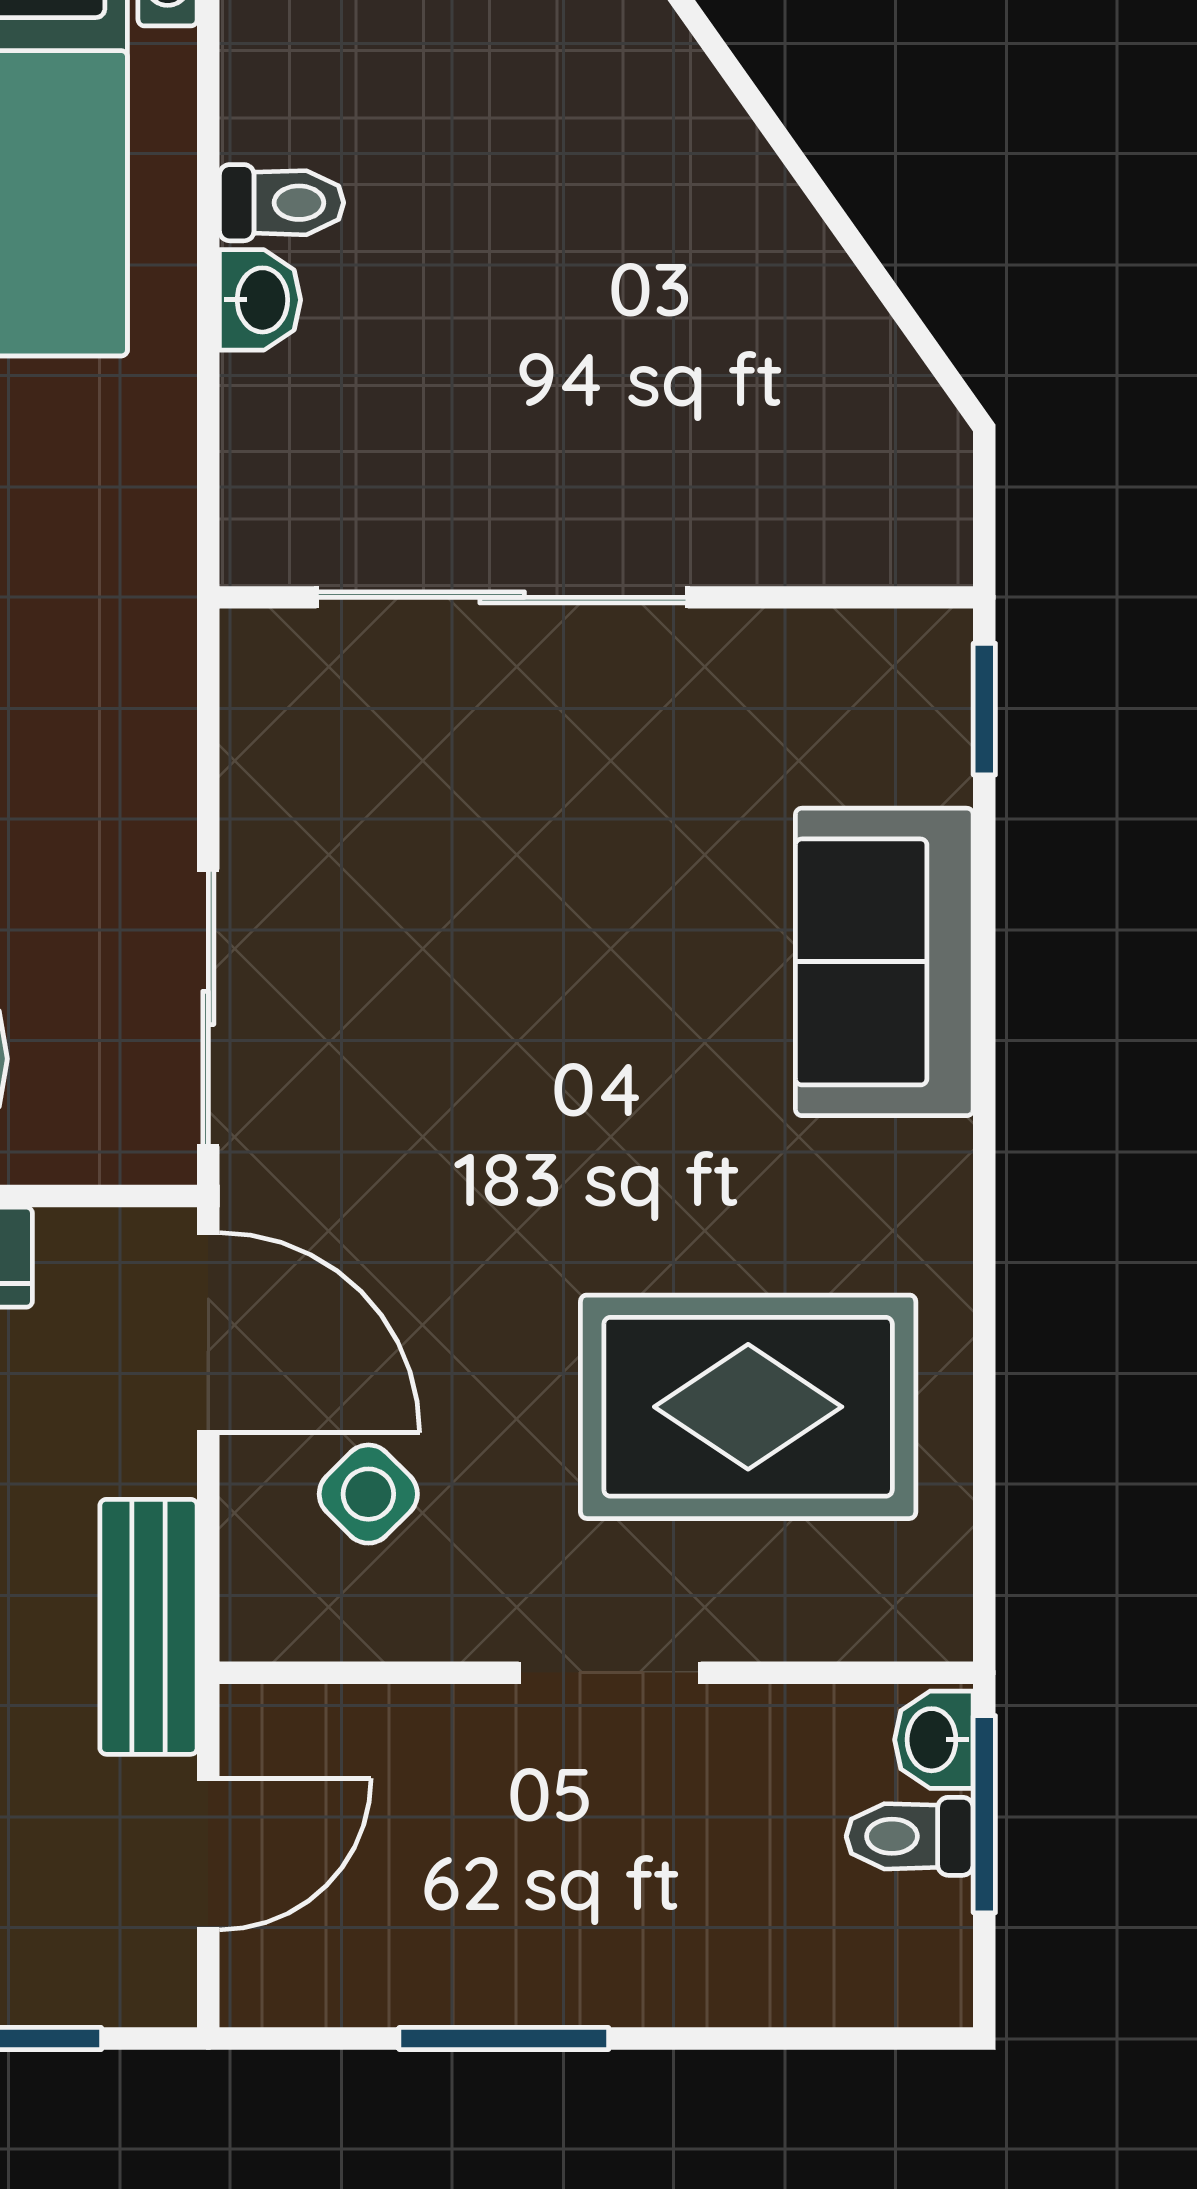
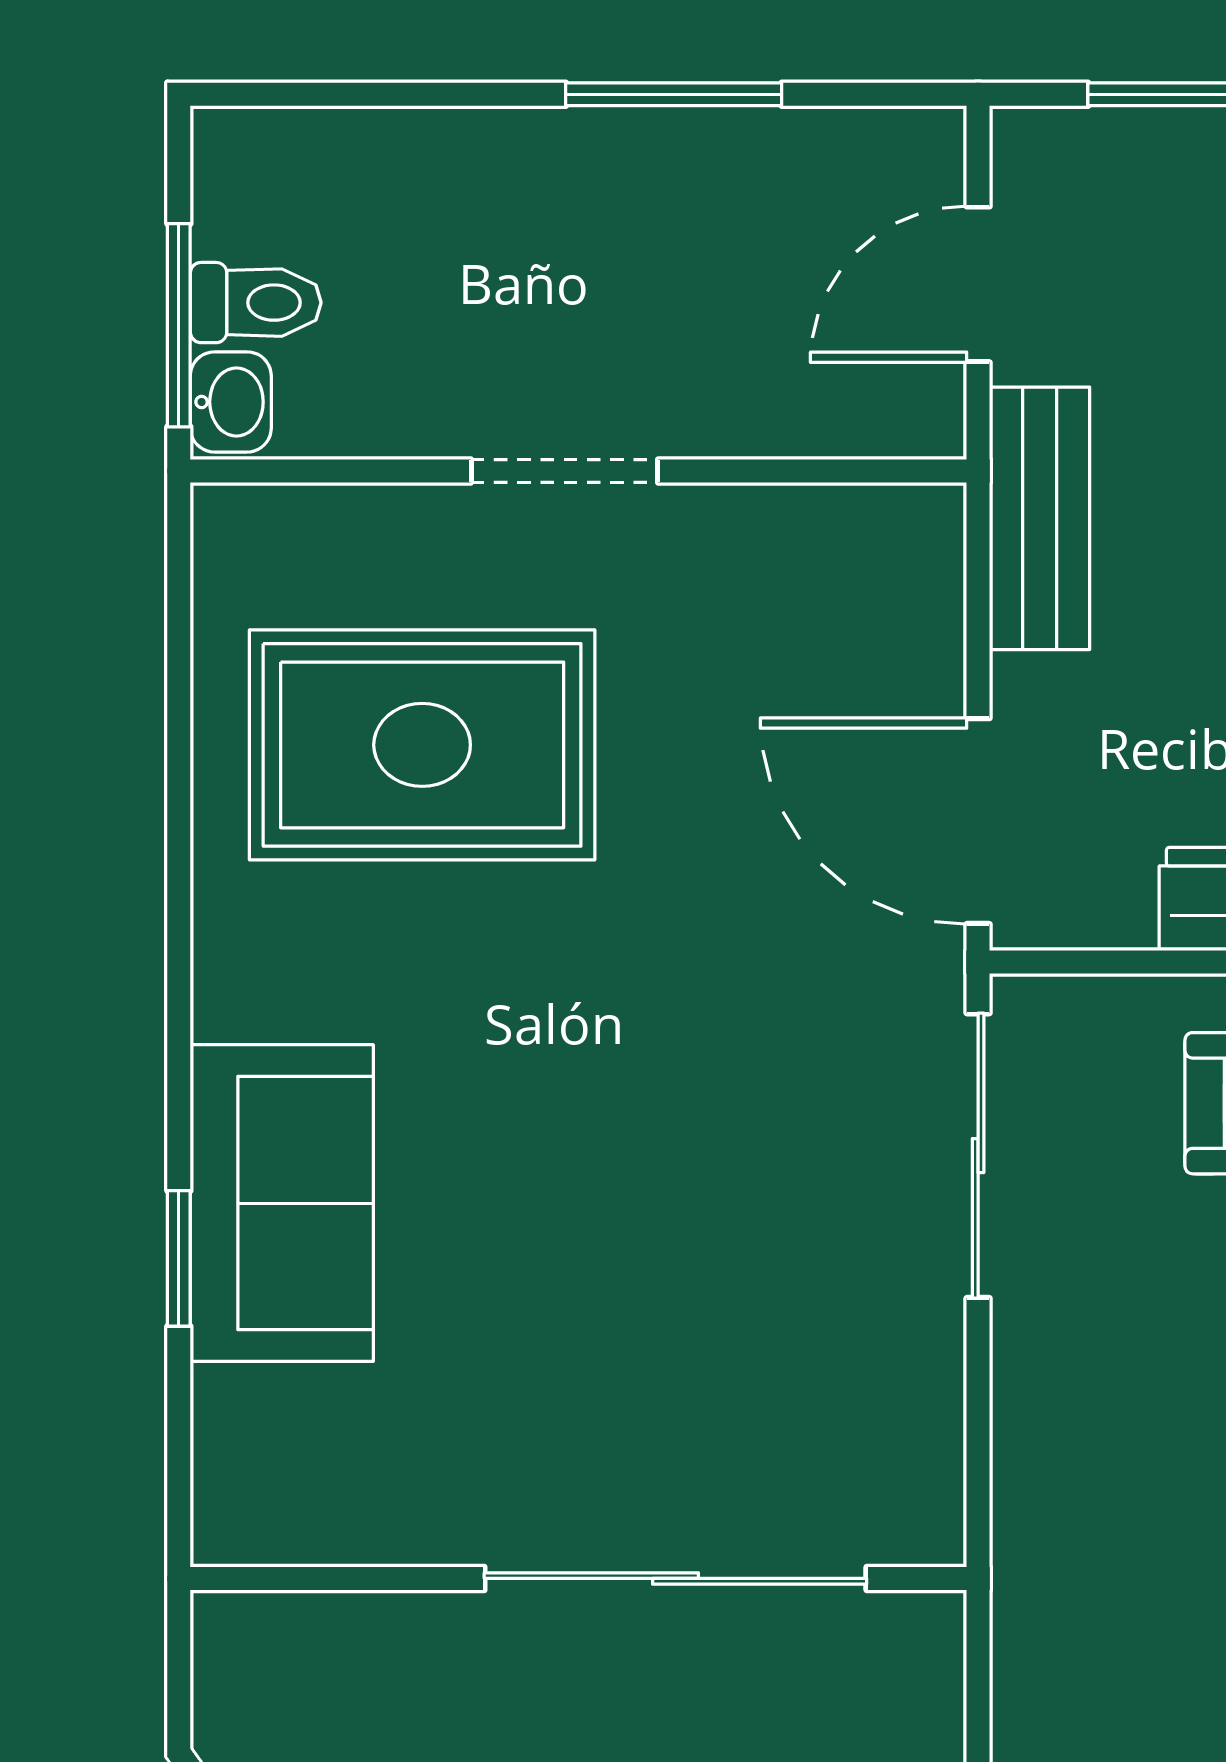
window: (984, 709) -> (179, 1258), moved
side table: (368, 1494) -> (813, 655), removed

